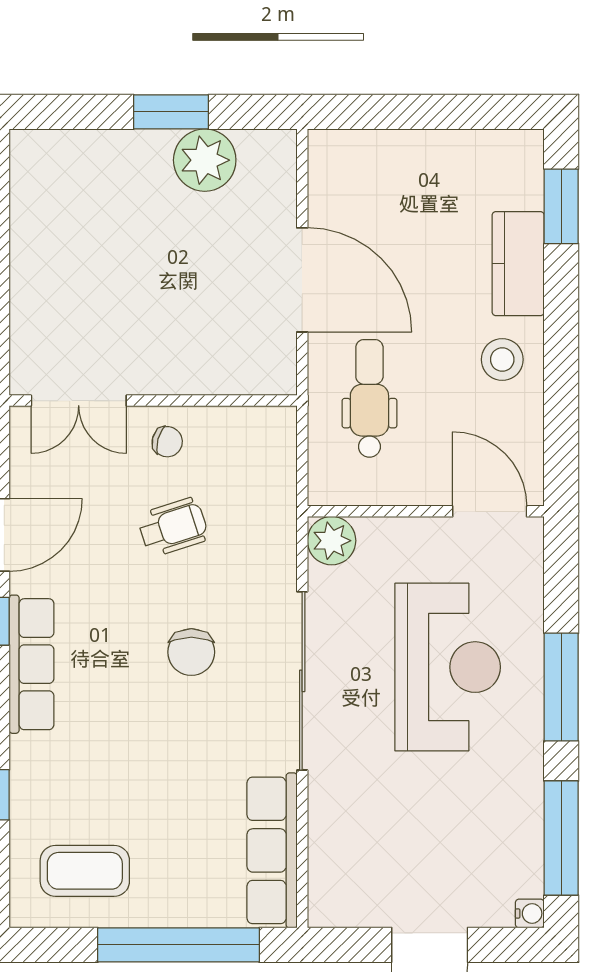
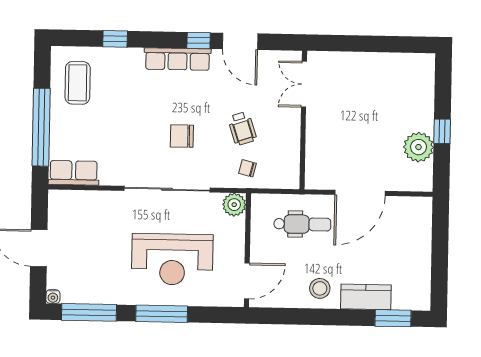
window: (171, 112) -> (442, 131), width x0.67
chair: (167, 442) -> (247, 168), moved, turned 89
row of seats: (272, 850) -> (74, 173), width x0.68

